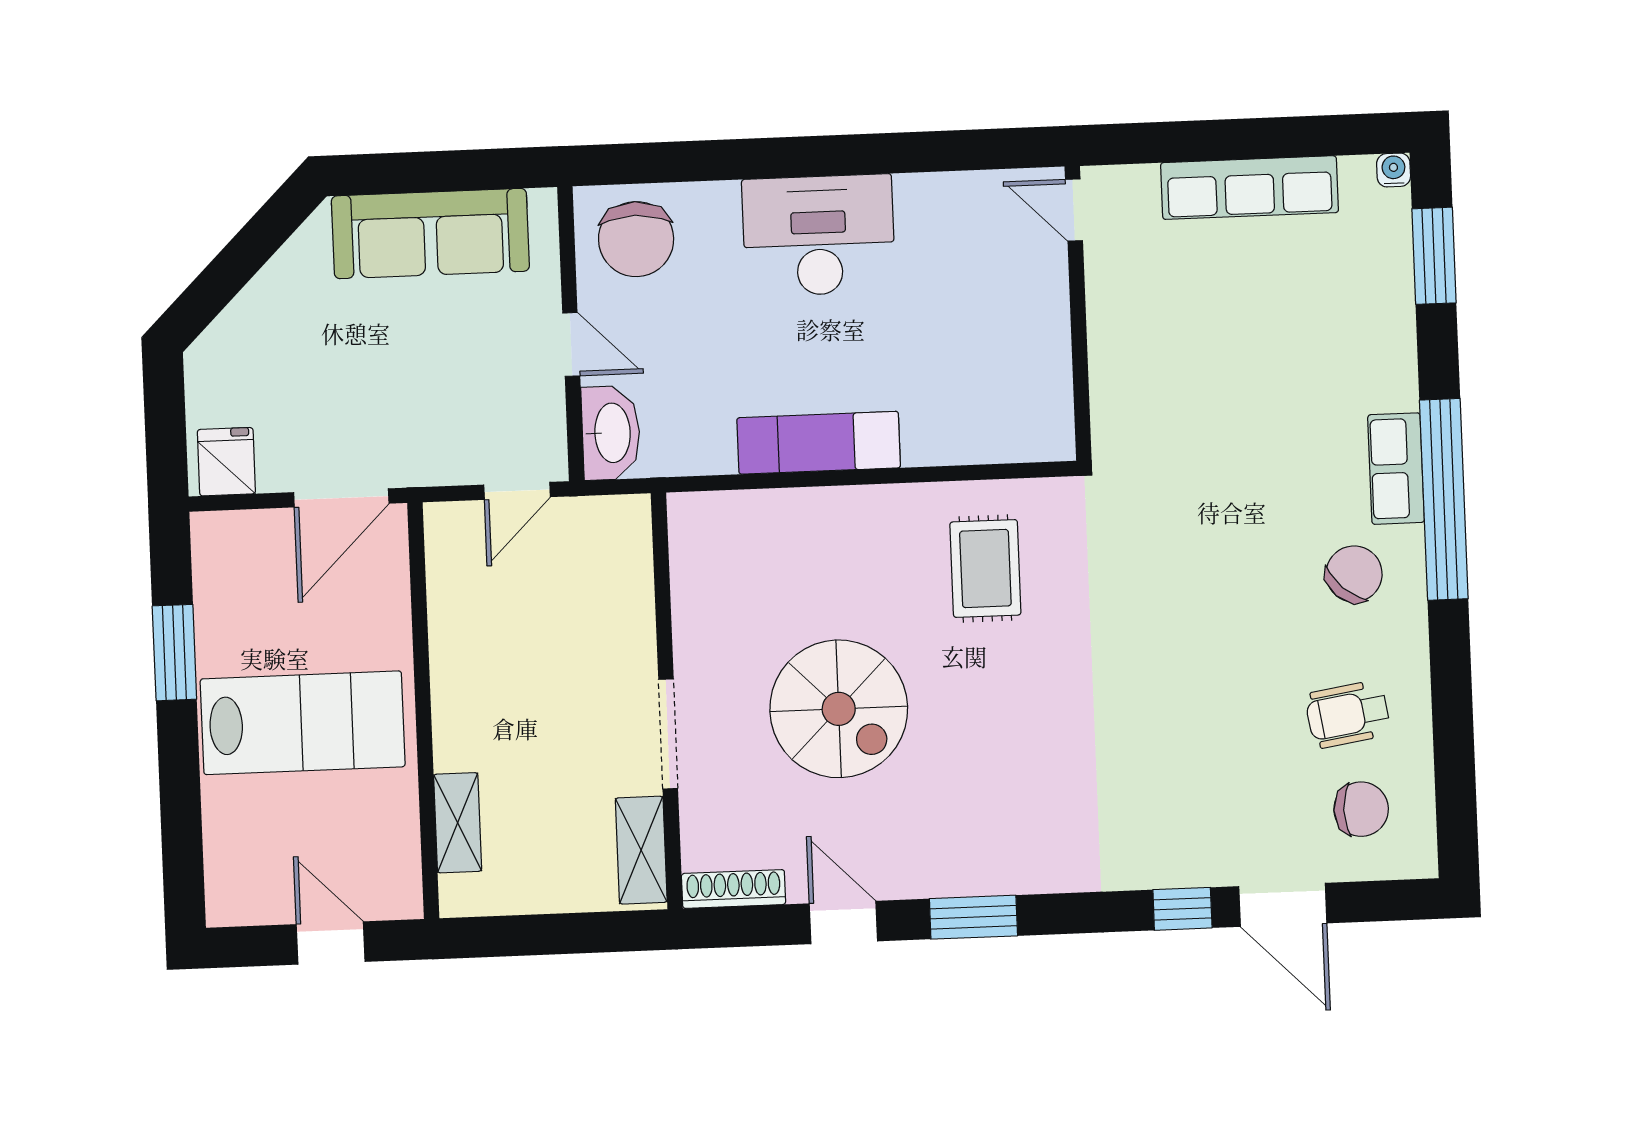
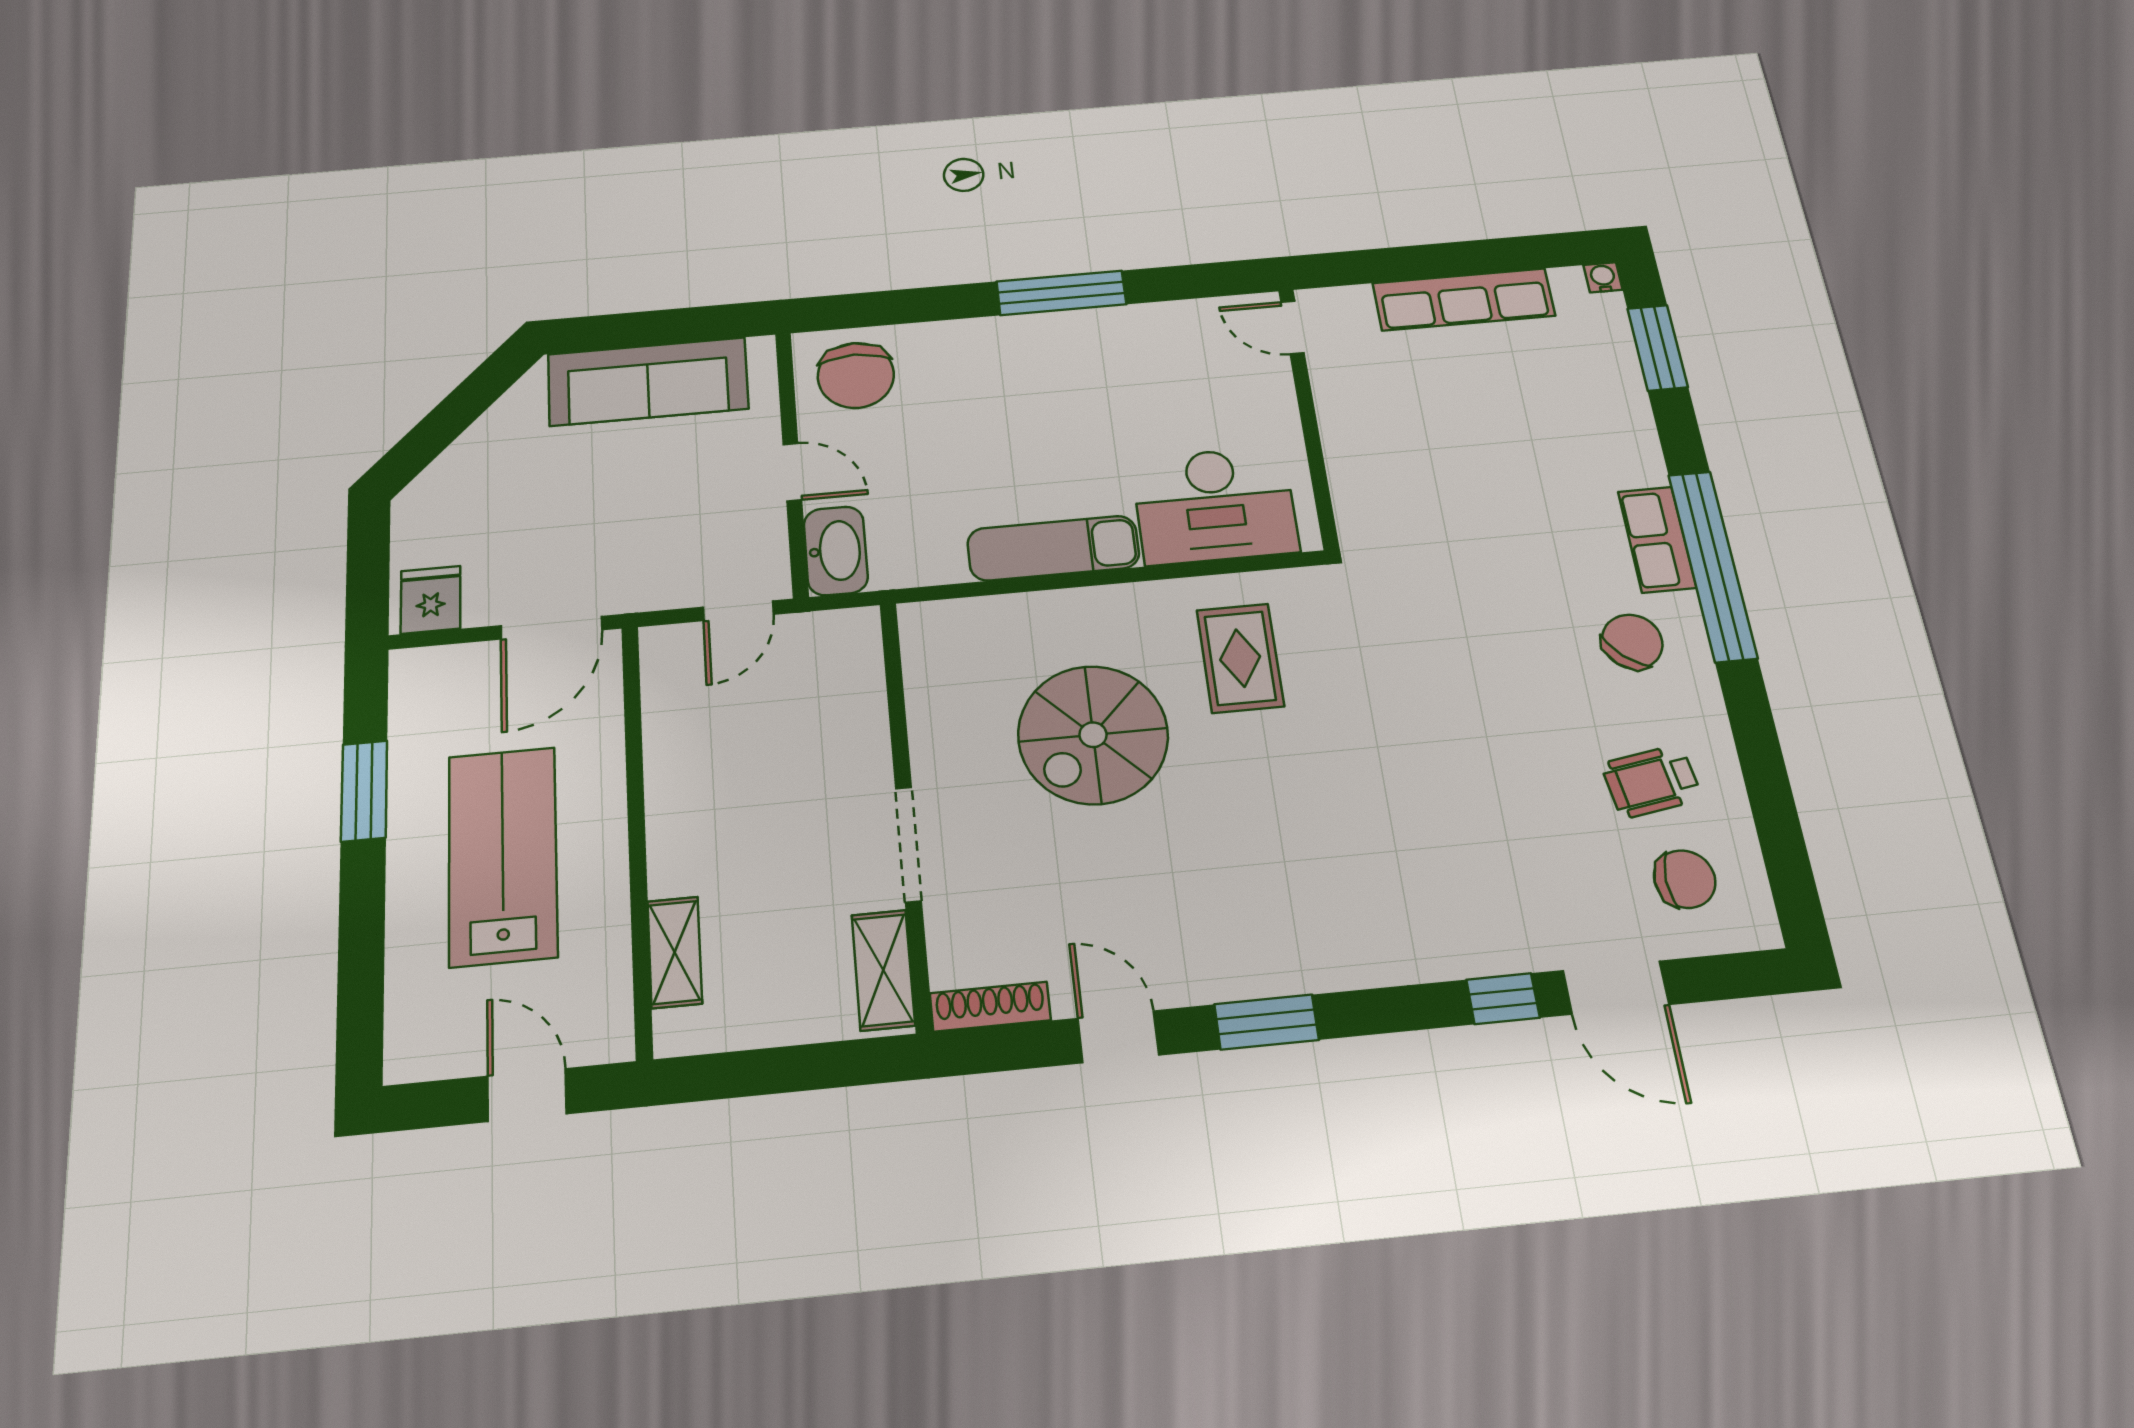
window: (846, 155) -> (1061, 293), added
desk: (819, 235) -> (1215, 505), moved, turned 180
spiral stairs: (839, 709) -> (1093, 735), moved, turned 90
lab bench: (303, 723) -> (503, 856), turned -90

